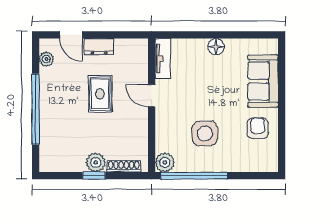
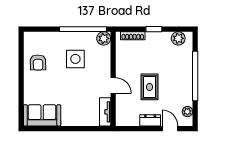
floor lamp: (216, 47) -> (67, 120), removed
sofa: (263, 81) -> (42, 115), moved, turned -90
plant: (96, 162) -> (178, 38), moved

